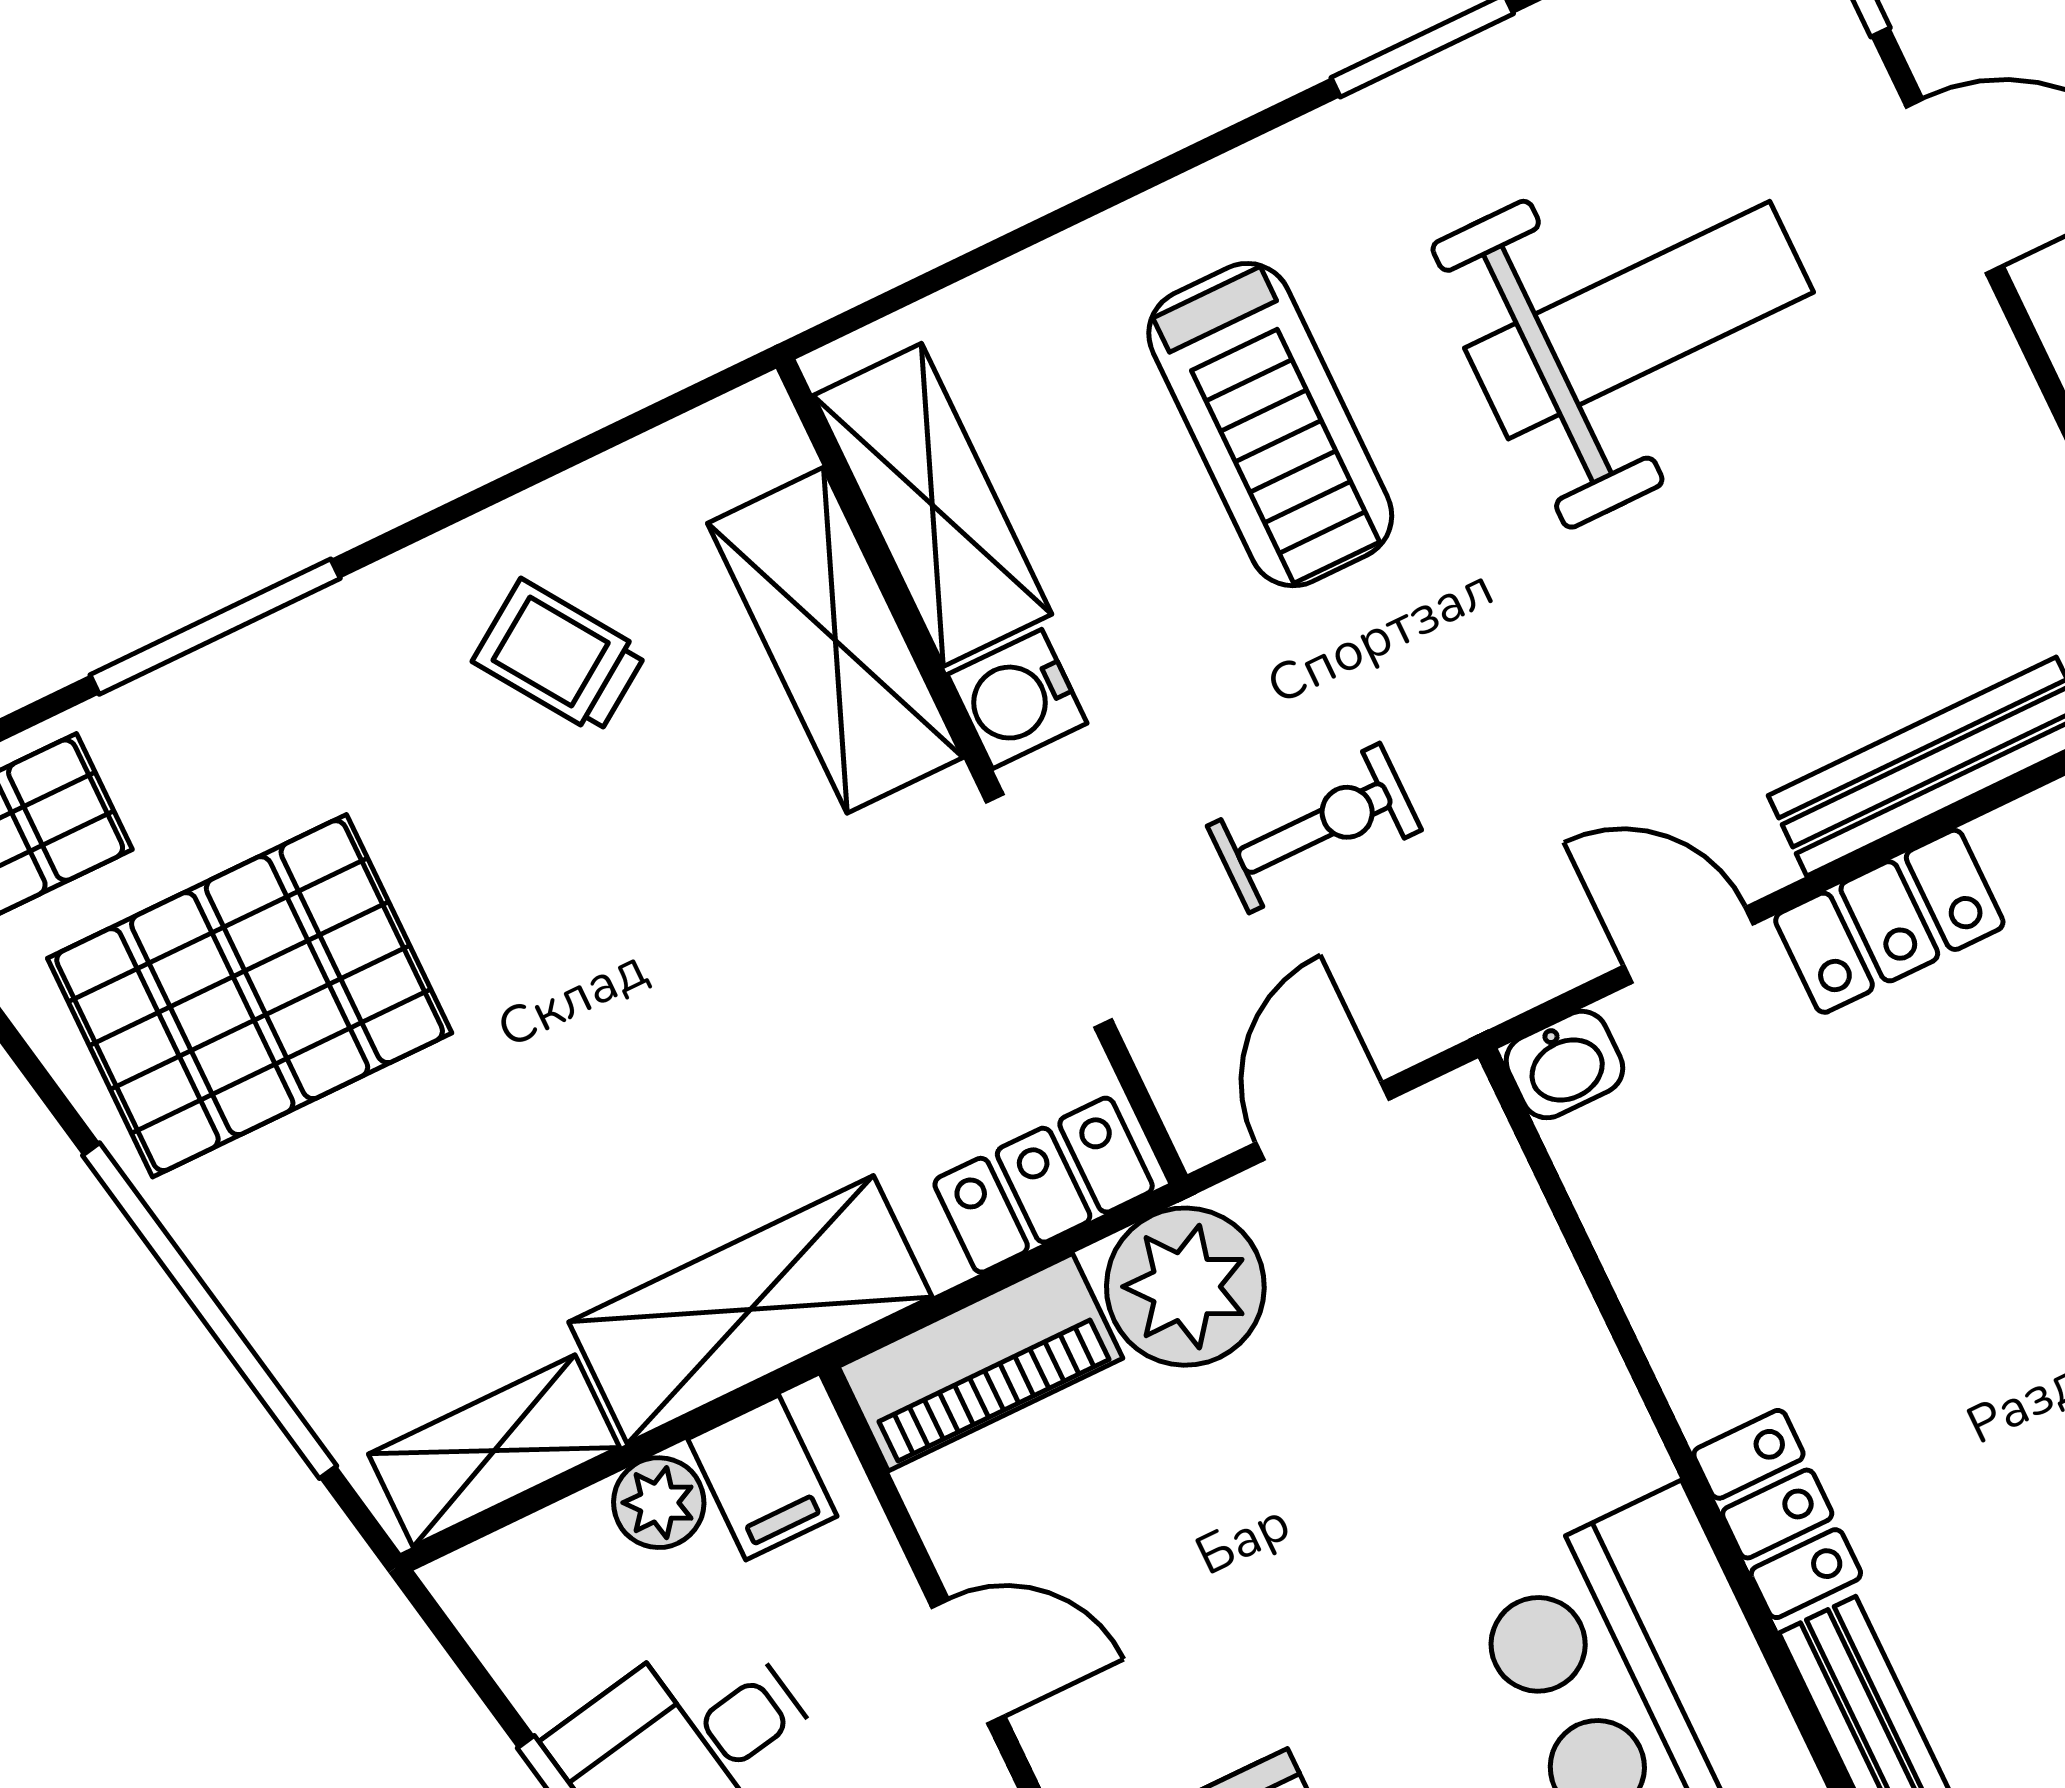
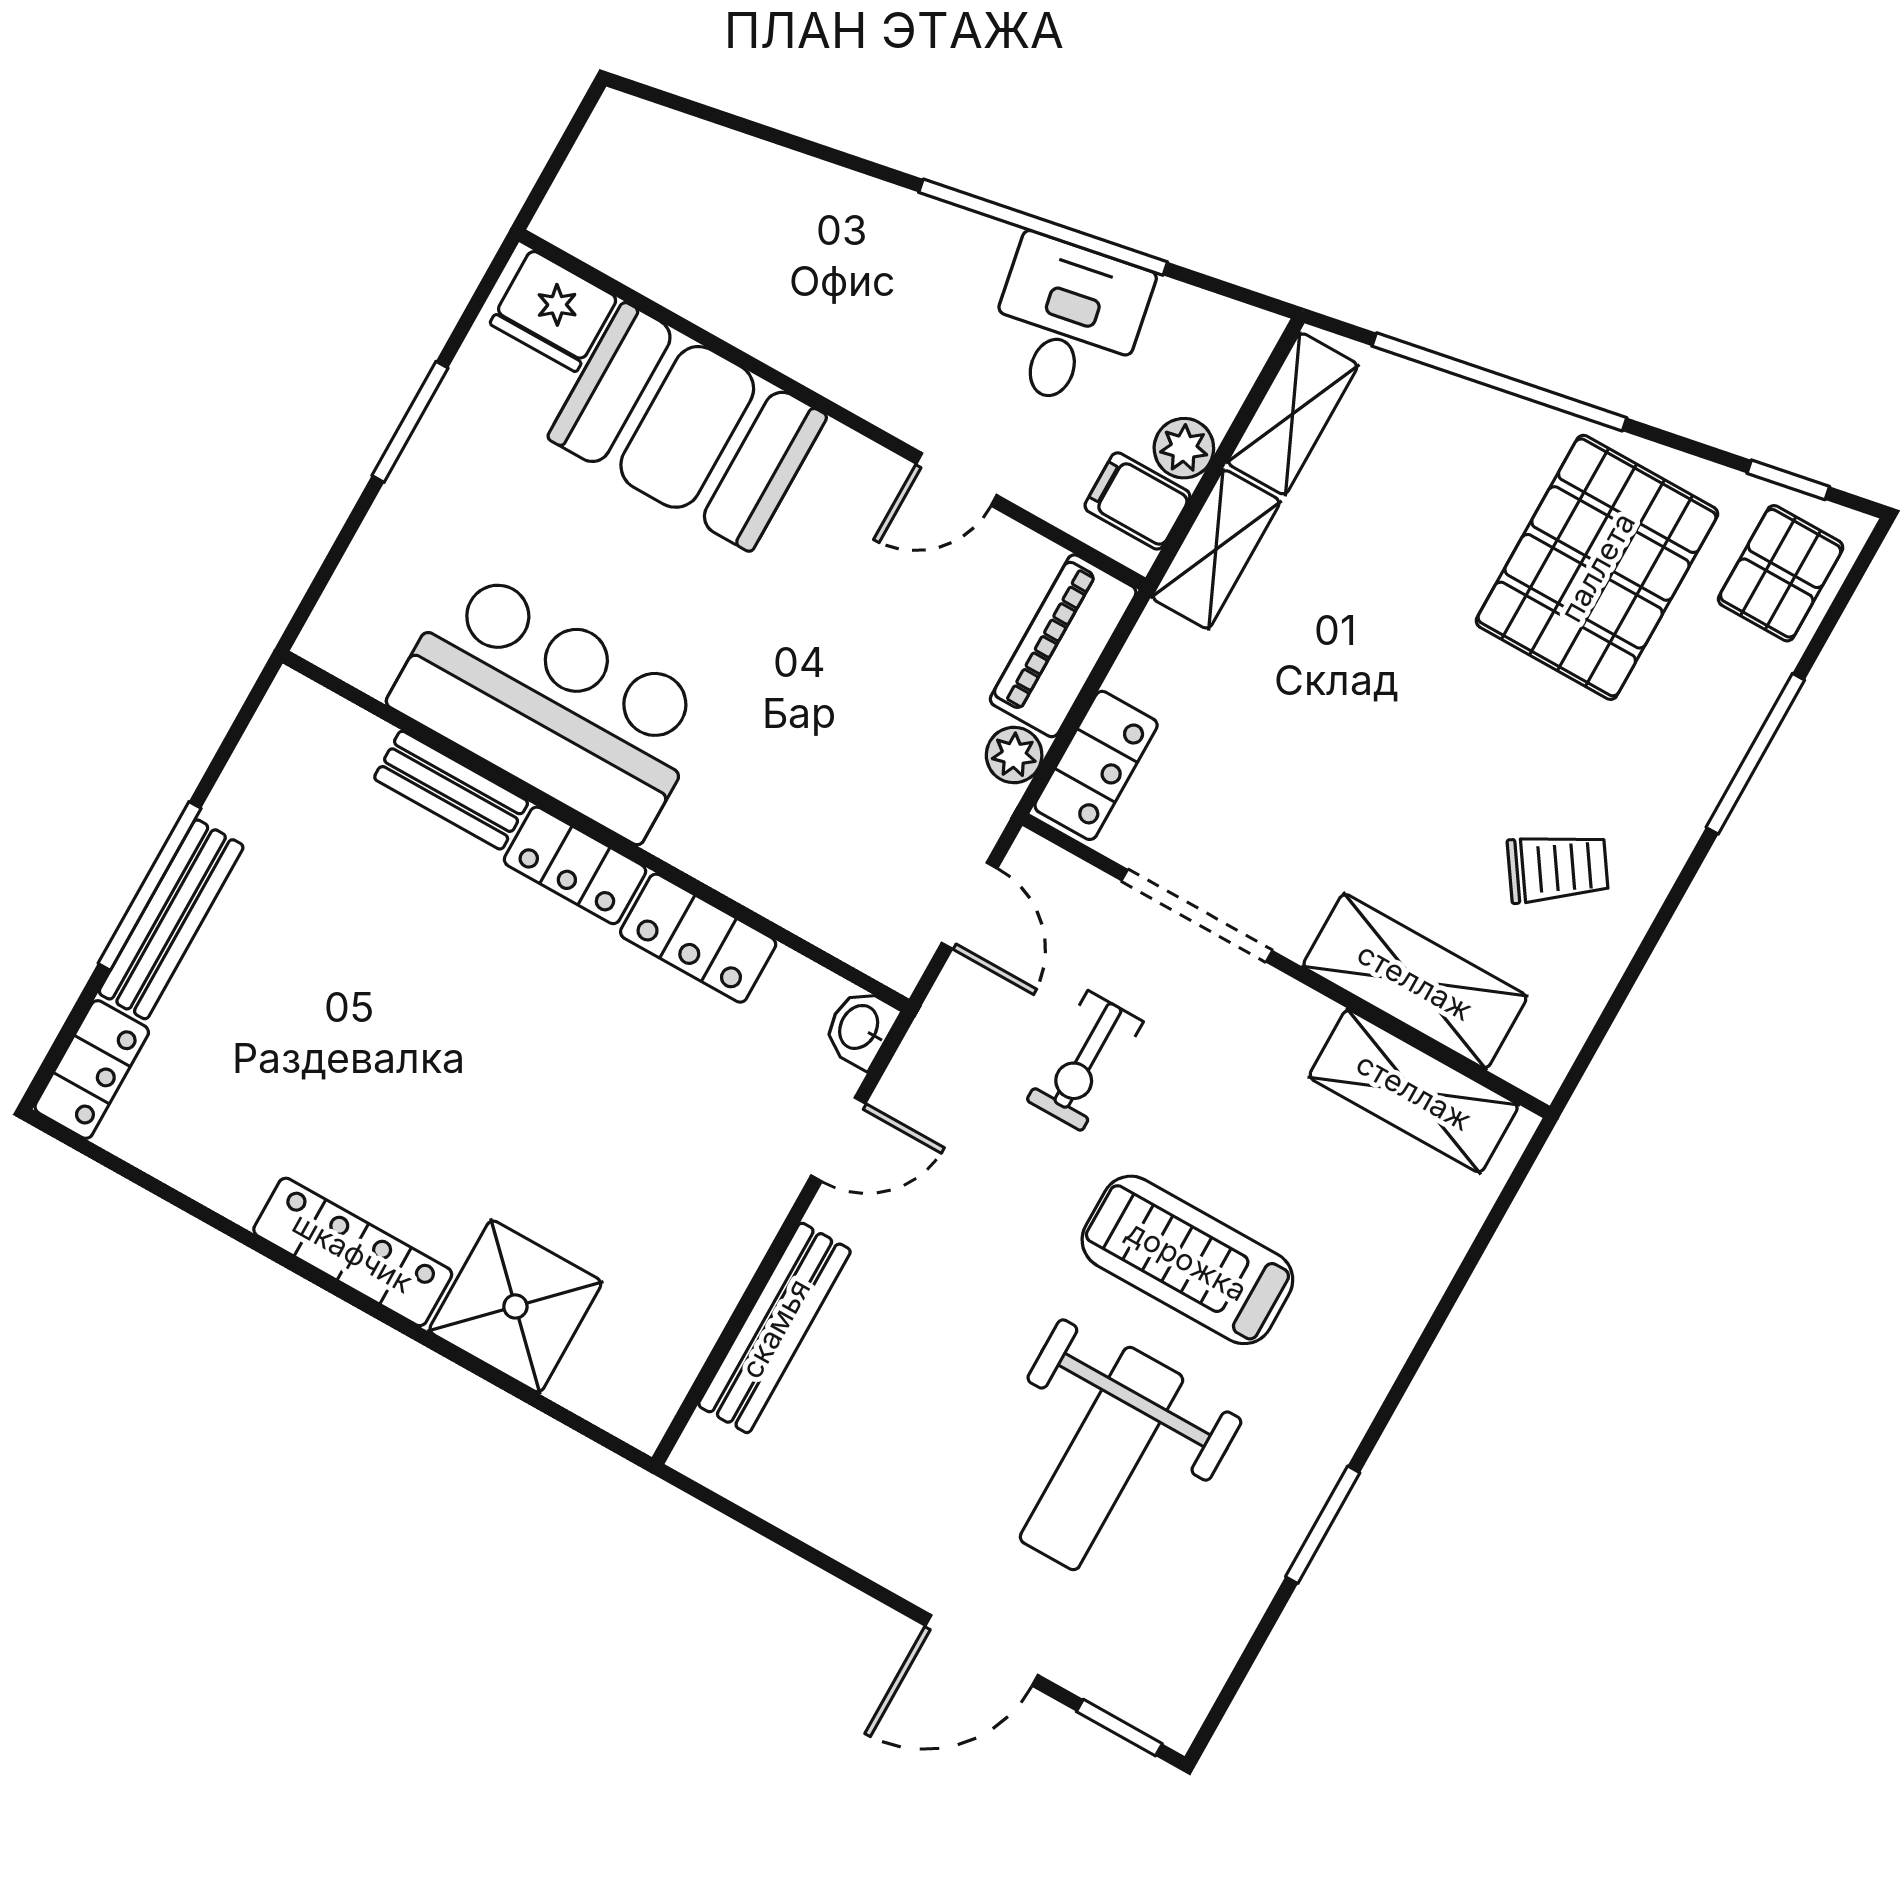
treadmill: (1270, 425) -> (1187, 1260), moved
water cooler: (1017, 699) -> (1294, 1018), removed
locker: (1889, 921) -> (698, 938), moved, turned -90
plant: (1185, 1287) -> (1014, 755), width x0.53, depth x0.53
shelving: (750, 1310) -> (1216, 549), width x0.67, depth x0.75

